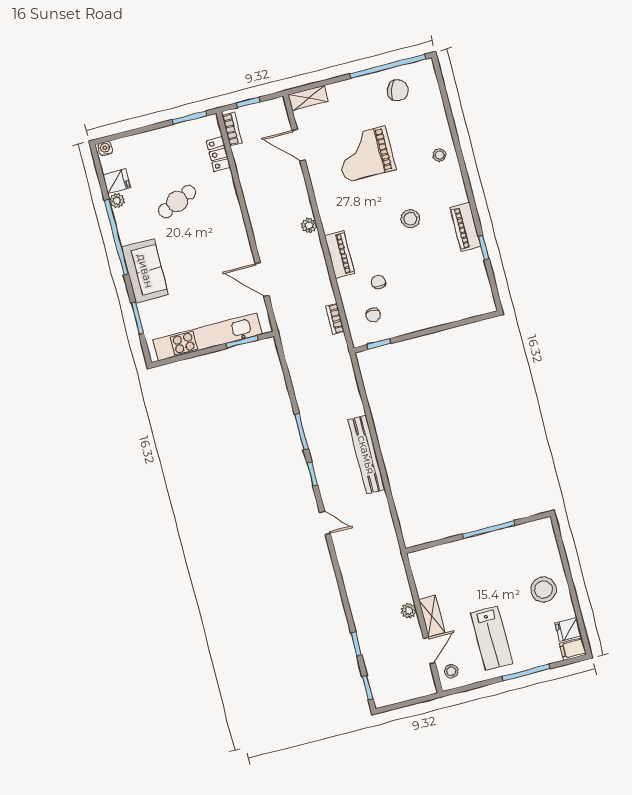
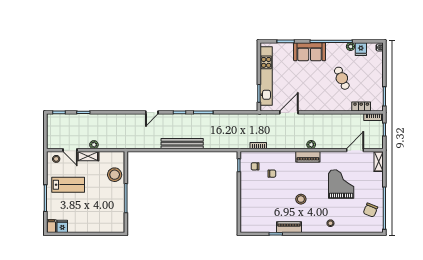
piano: (340, 255) -> (308, 157), moved
stool: (543, 590) -> (115, 175), moved
lab bench: (492, 638) -> (68, 185), turned 180

